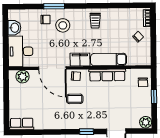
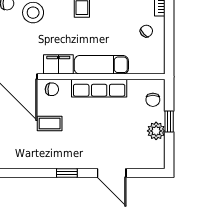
plant: (146, 122) -> (156, 131), moved

